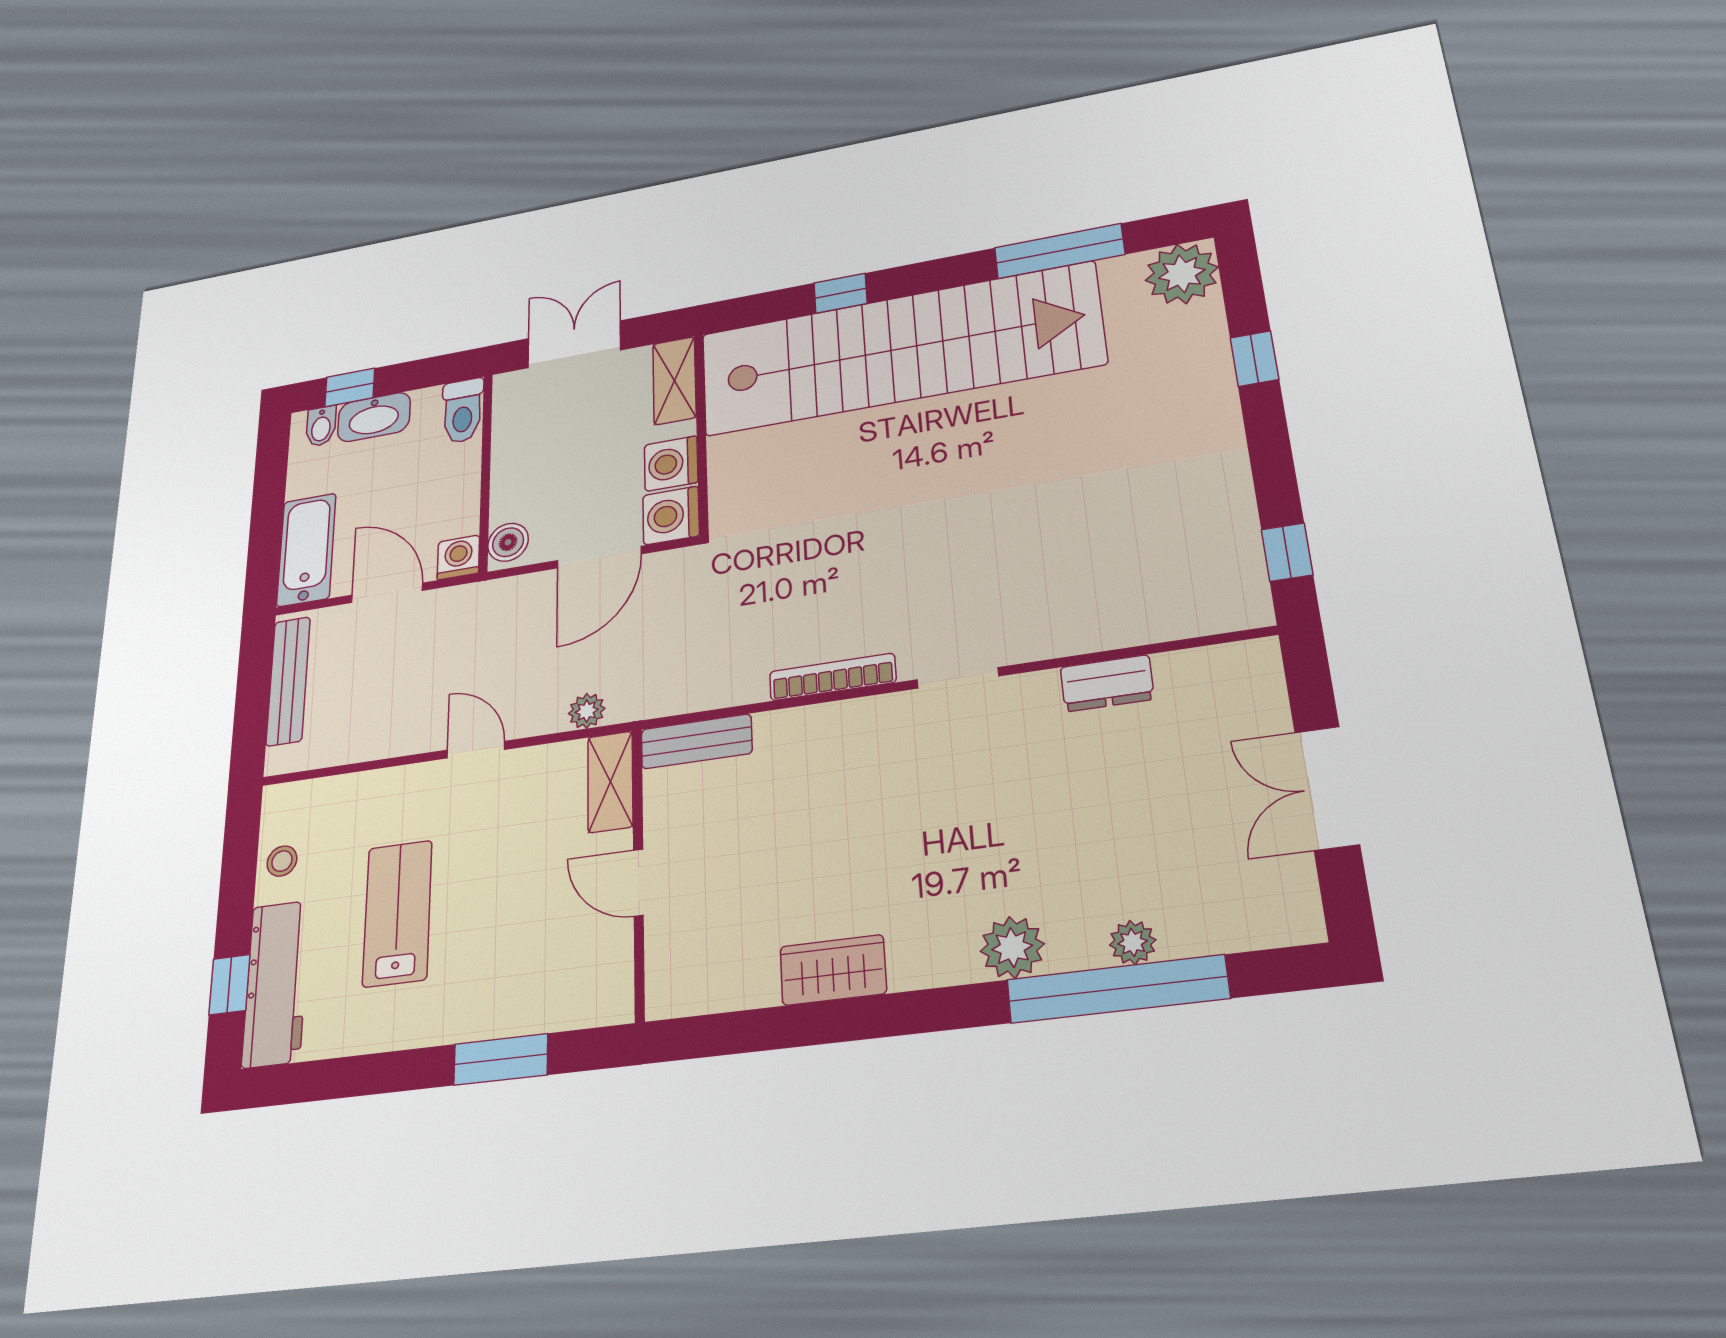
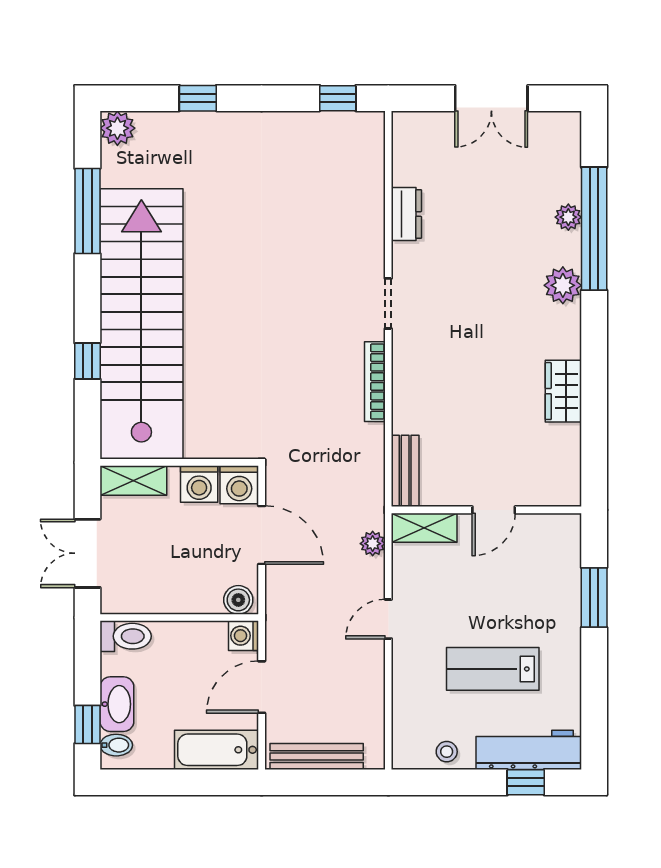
plant: (1182, 274) -> (117, 128), width x0.73, depth x0.73

